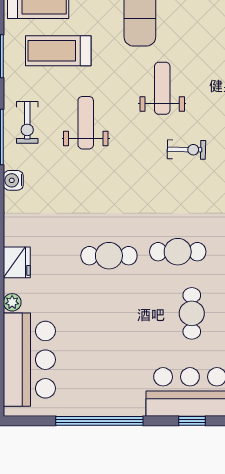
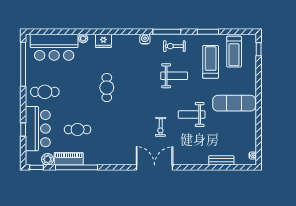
weight bench: (162, 88) -> (192, 115), turned 180
cafe table: (178, 252) -> (45, 92), moved, turned 90
window: (99, 421) -> (23, 64), moved

